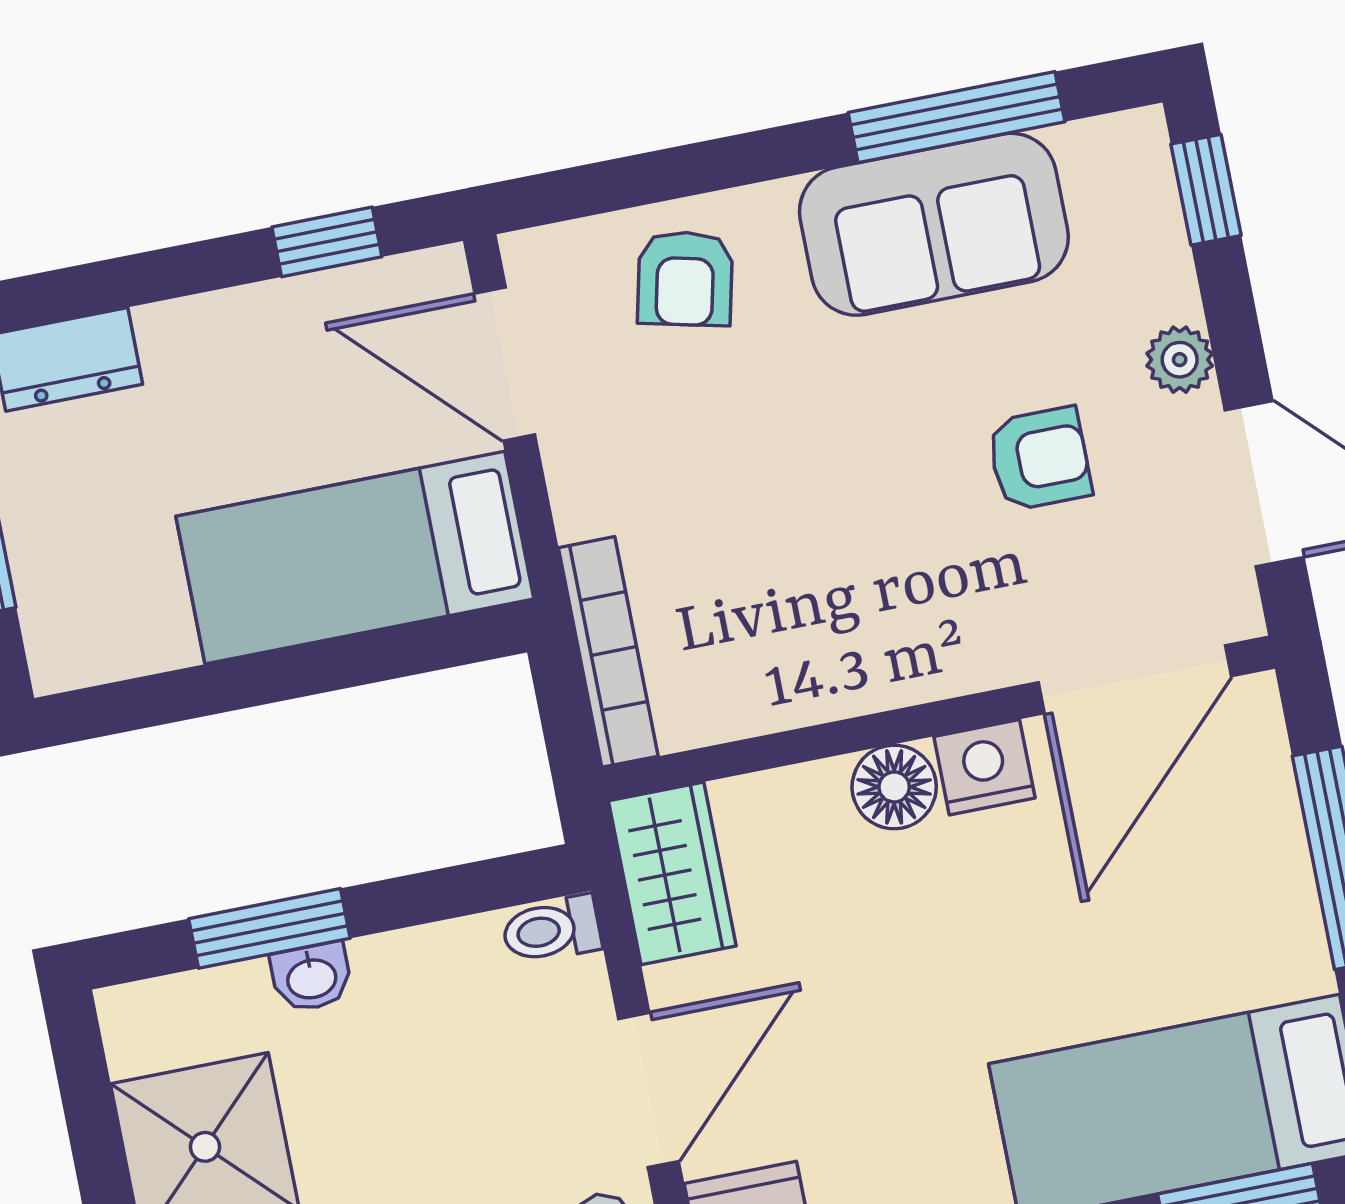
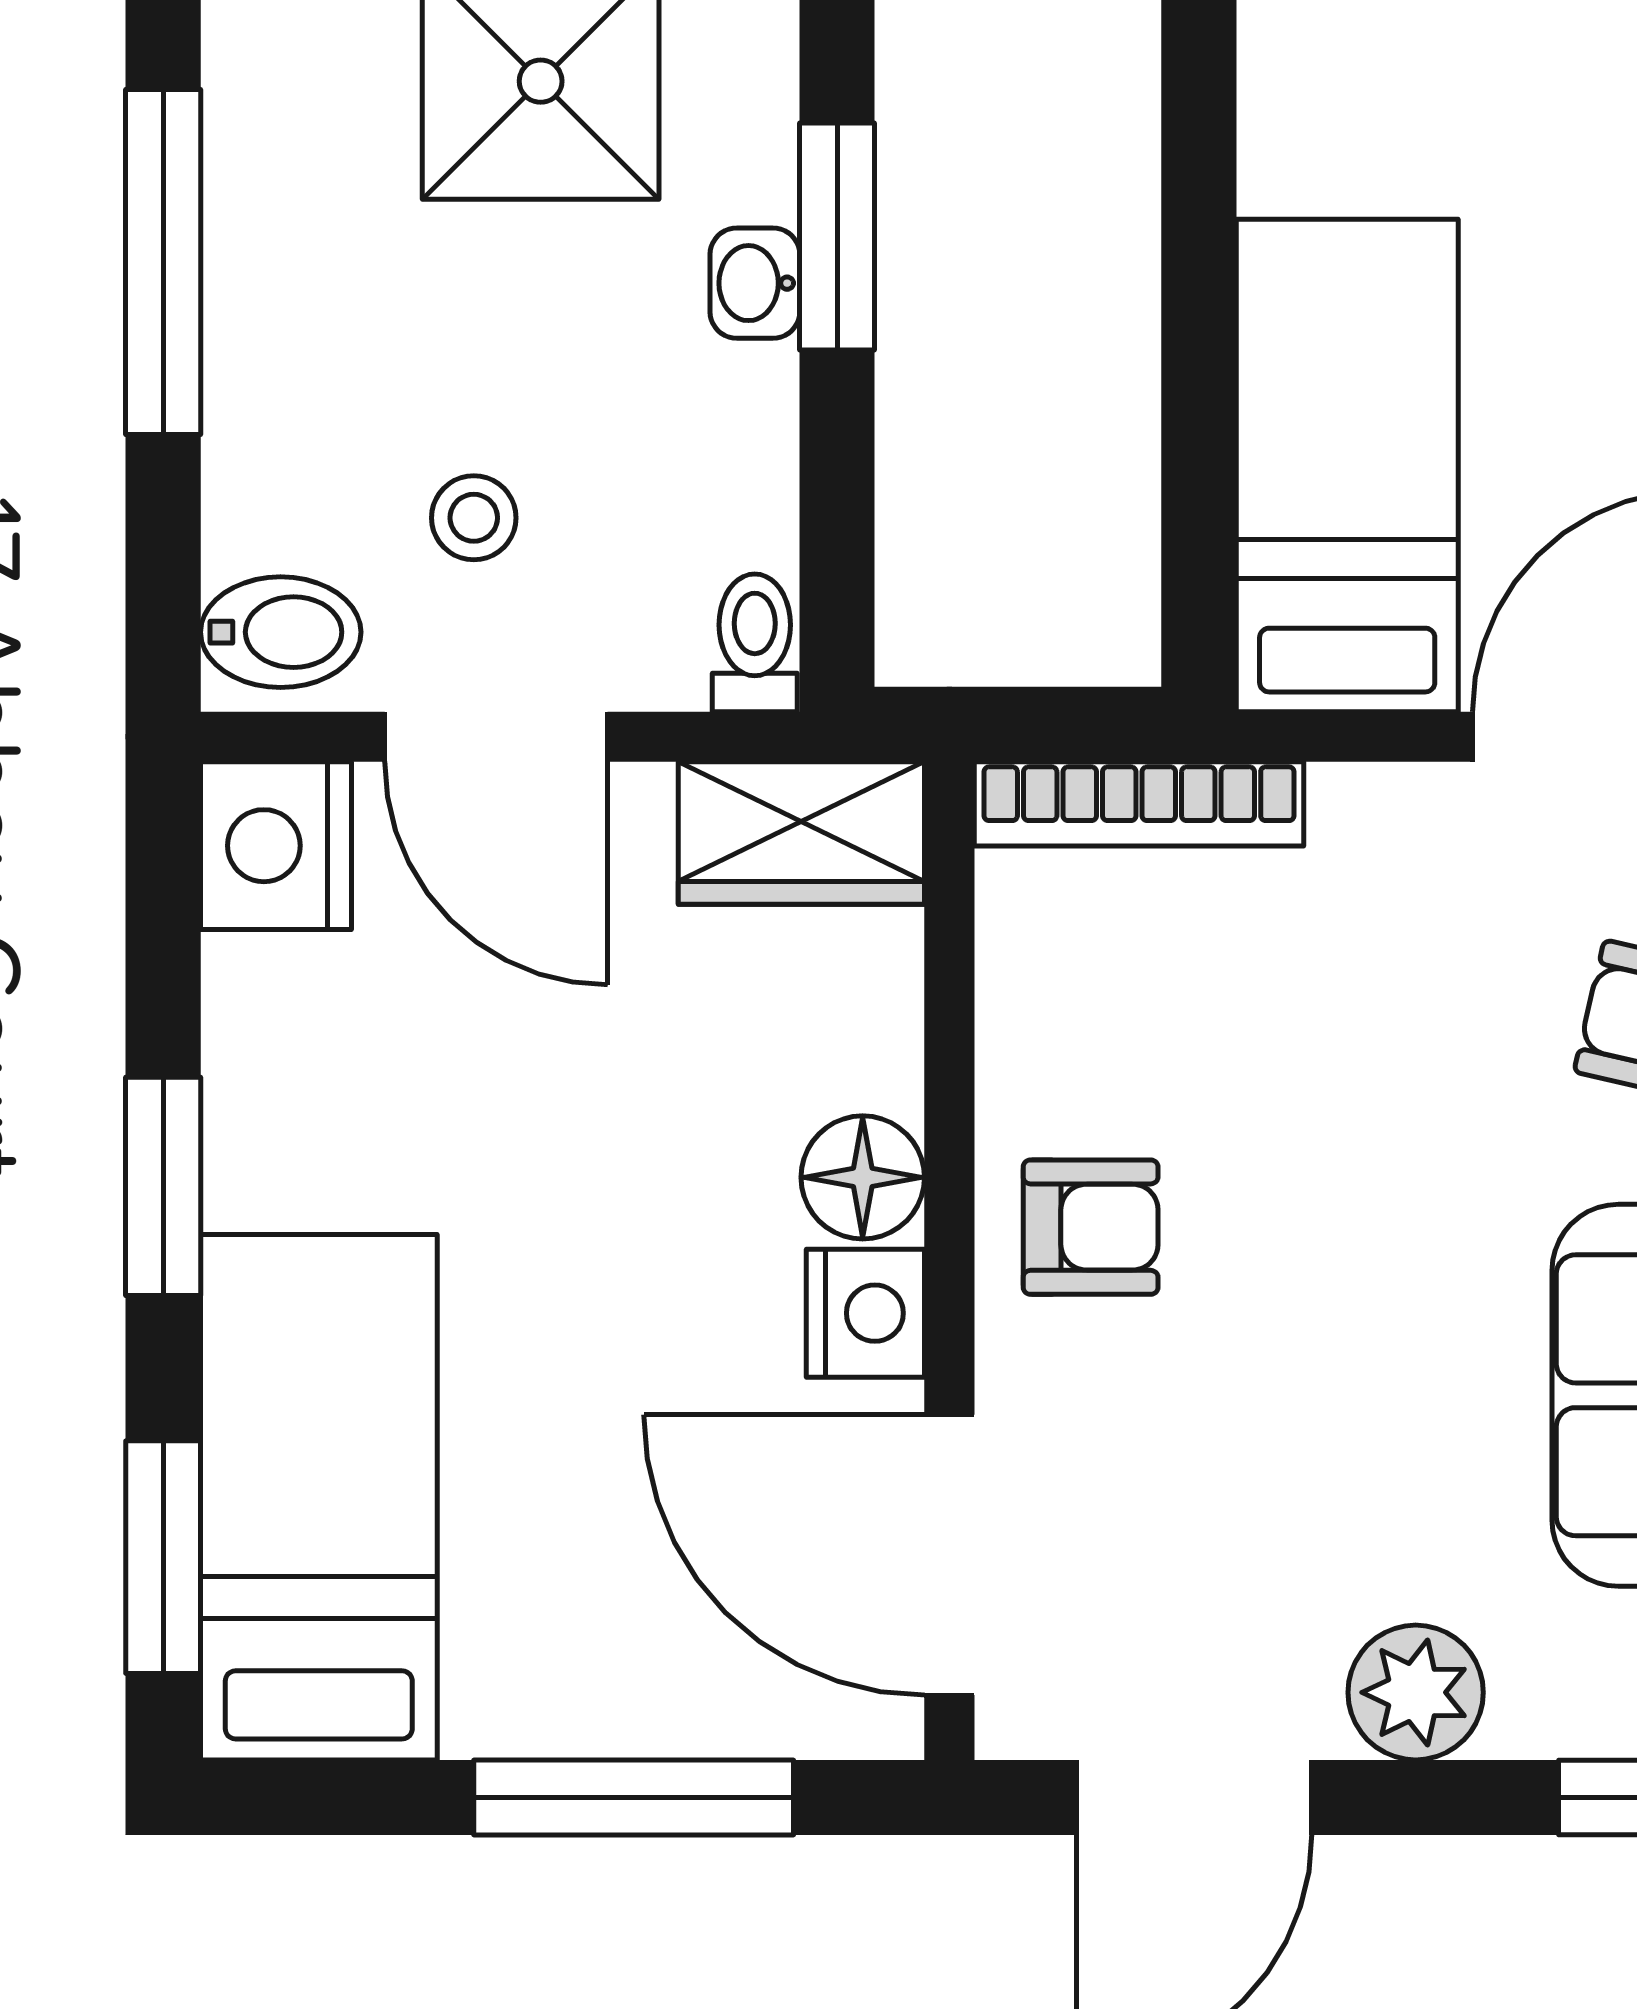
plant: (1180, 360) -> (1416, 1692), width x1.38, depth x1.38
armchair: (1039, 459) -> (1091, 1227), moved, turned -90
stool: (505, 1134) -> (474, 518), added

